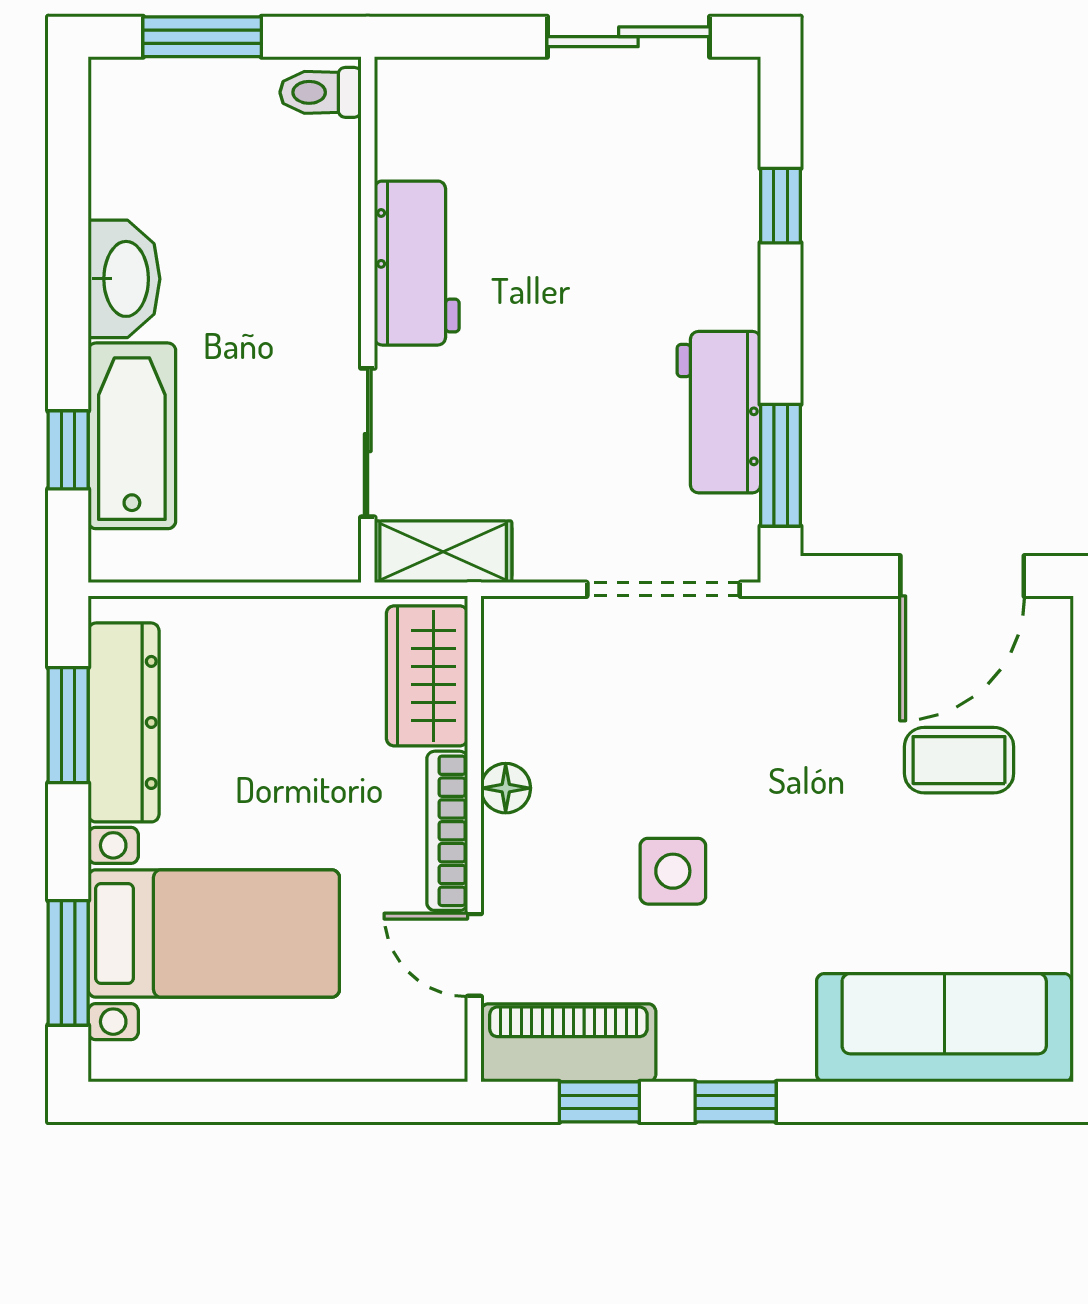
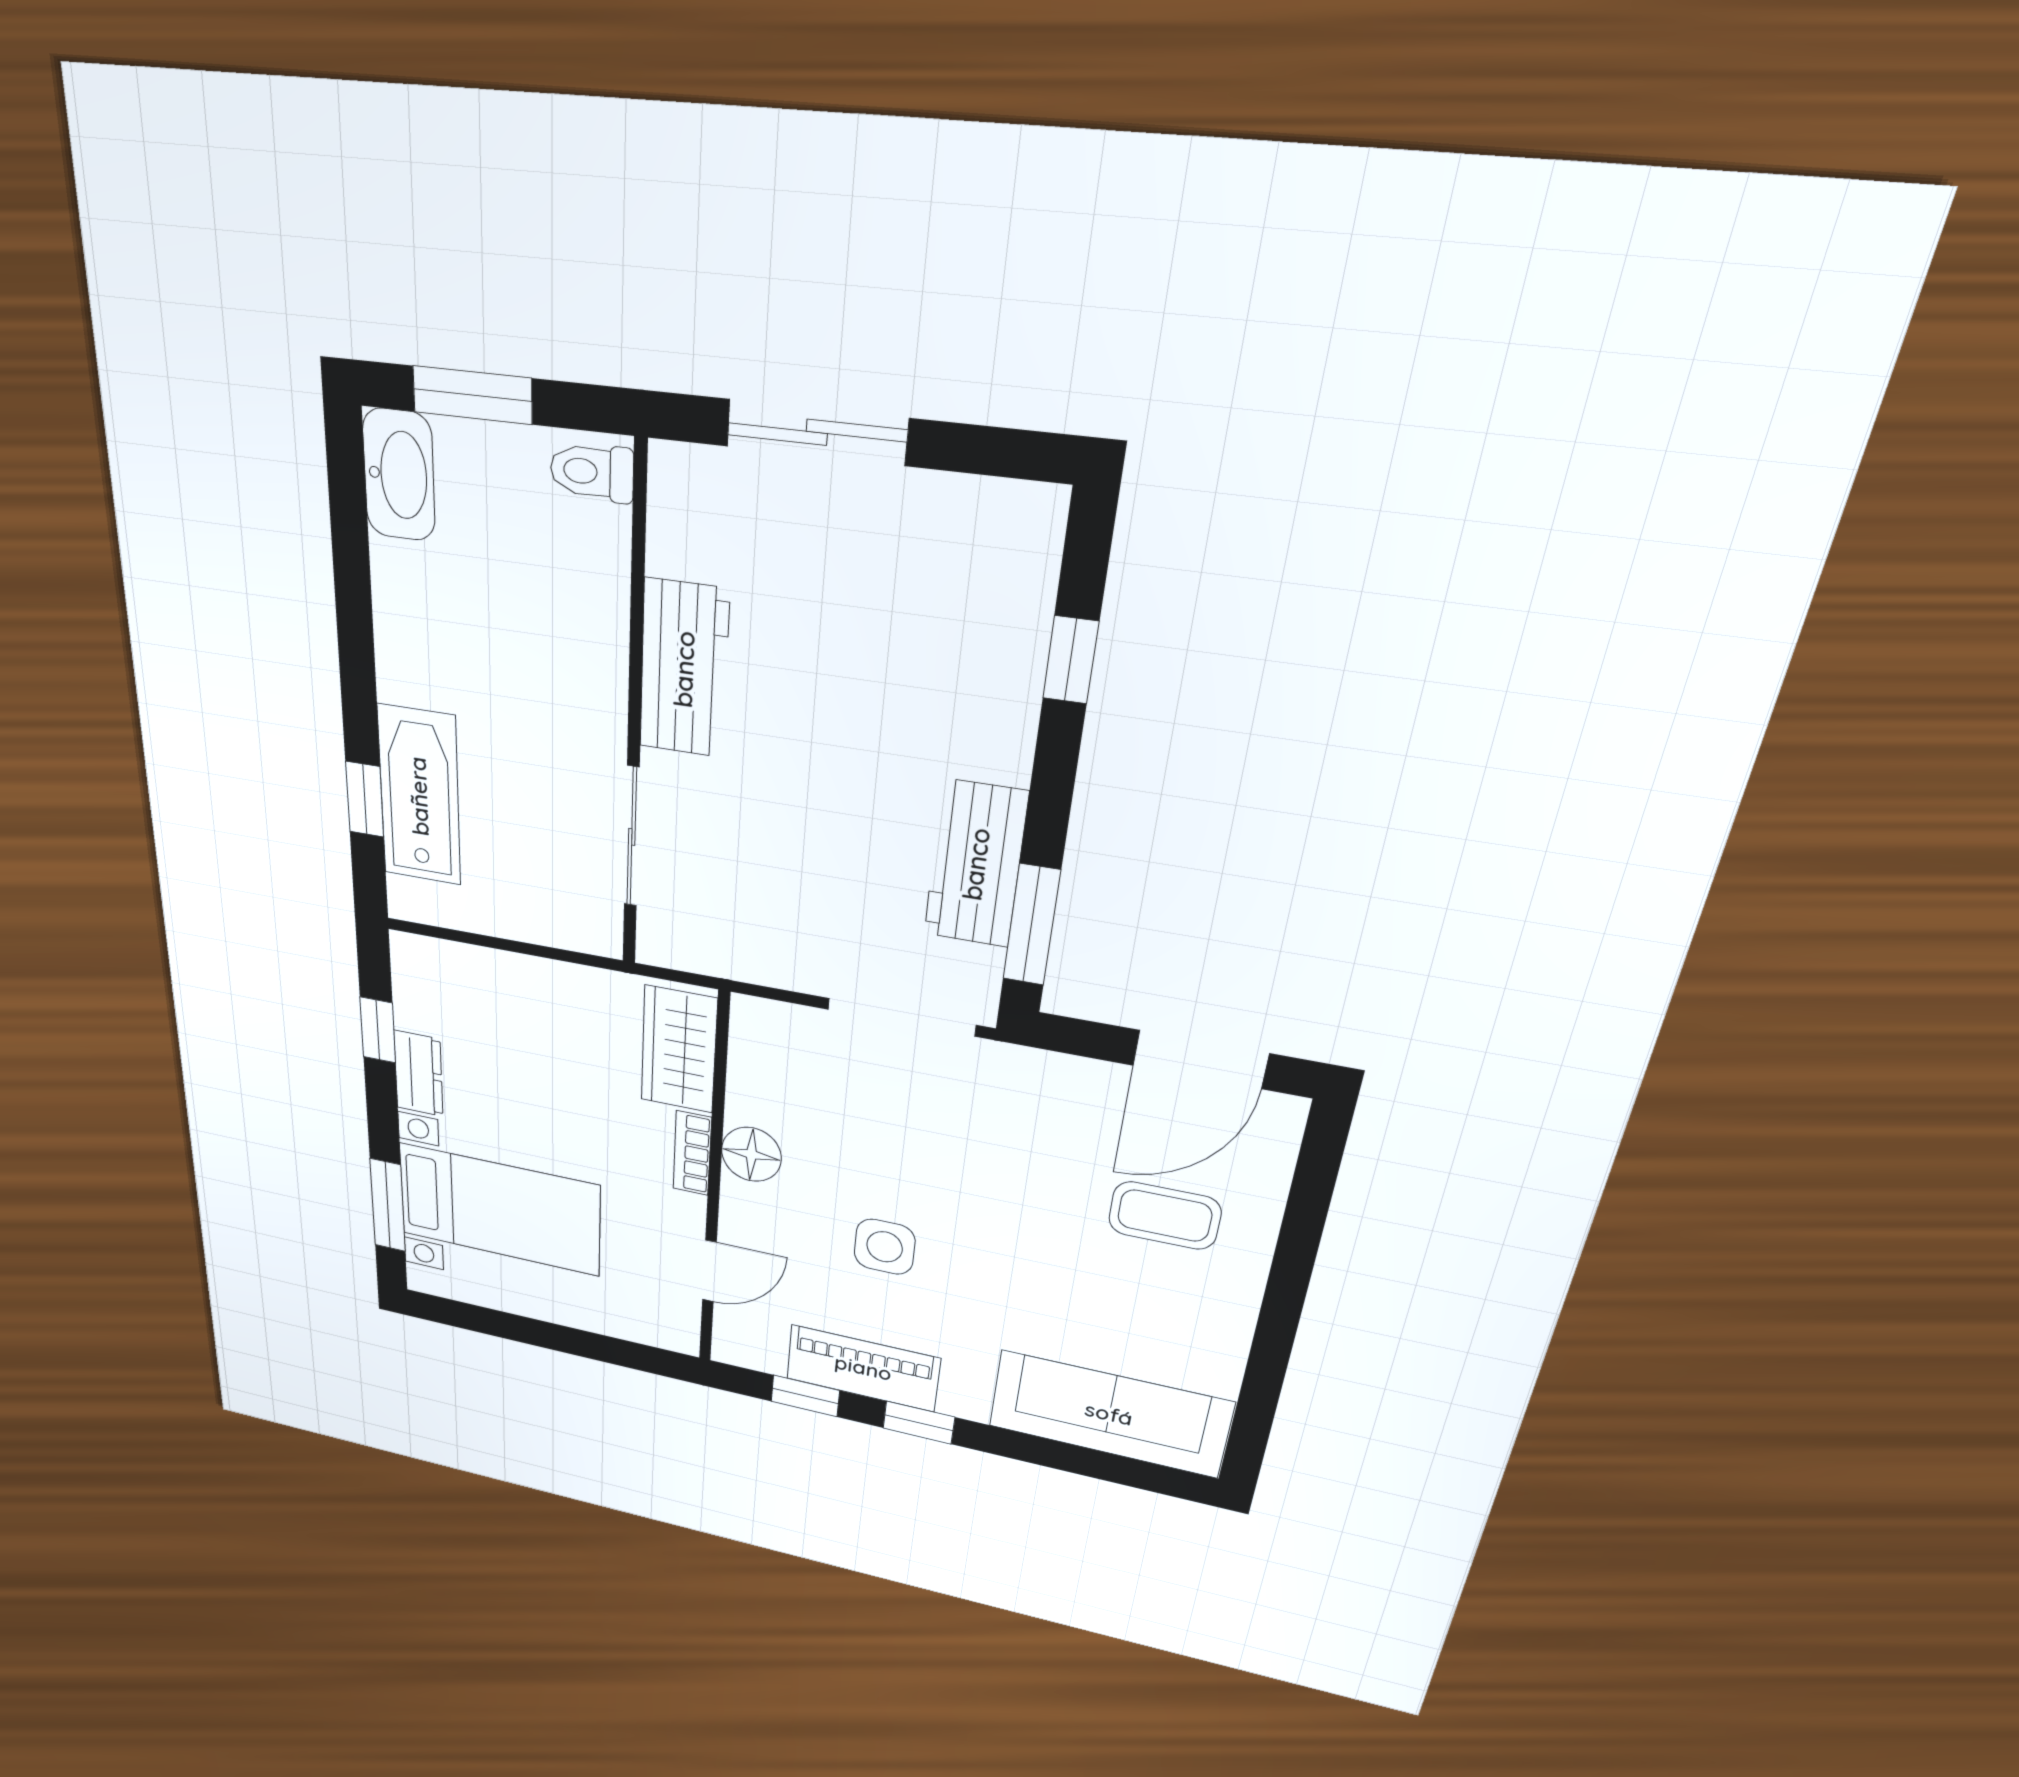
sliding door: (628, 37) -> (817, 432), moved
washbasin: (124, 279) -> (399, 475), moved
shelving: (443, 552) -> (698, 947), removed
dresser: (124, 722) -> (418, 1074), width x0.51, depth x0.80
window: (68, 725) -> (378, 1030), width x0.67
floor lamp: (506, 788) -> (751, 1154), width x1.37, depth x1.37
bookcase: (447, 831) -> (692, 1153), width x0.64
door: (474, 955) -> (709, 1271), swing flipped
piano: (568, 1043) -> (863, 1368), moved

